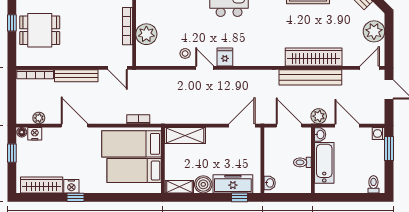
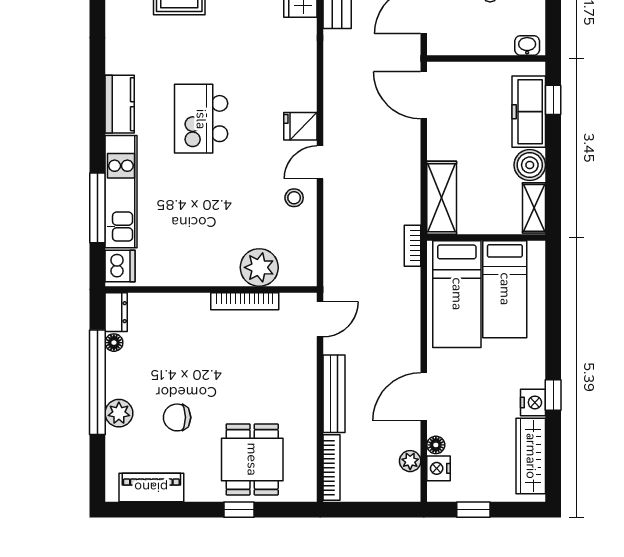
bookcase: (138, 119) -> (413, 246), moved
floor lamp: (22, 132) -> (436, 445), moved

